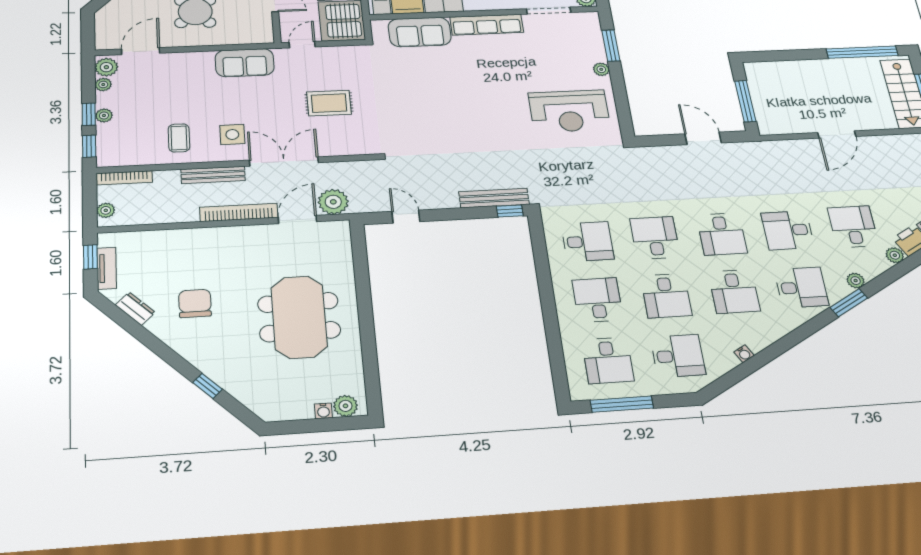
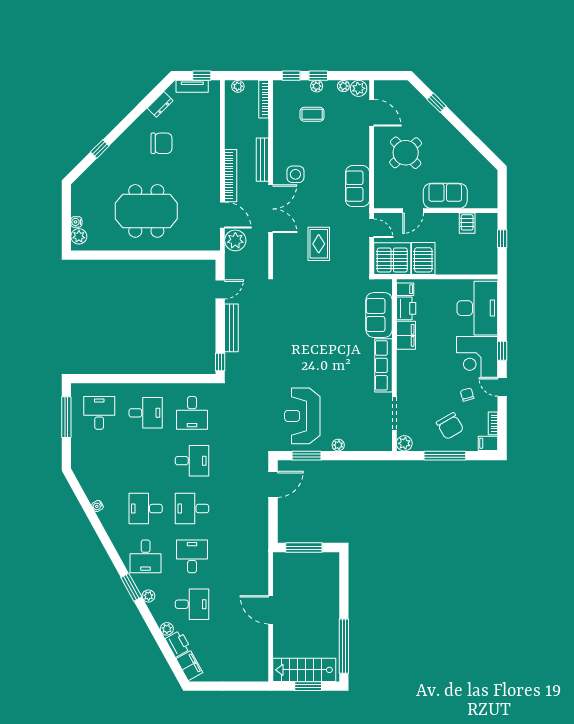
window: (611, 45) -> (306, 456), moved
coffee table: (179, 138) -> (312, 114), moved
door: (703, 138) -> (273, 484), moved
bench: (494, 198) -> (231, 328), moved
desk: (666, 296) -> (146, 461), removed
desk: (678, 356) -> (99, 461), removed
desk: (608, 360) -> (99, 413), turned 90

